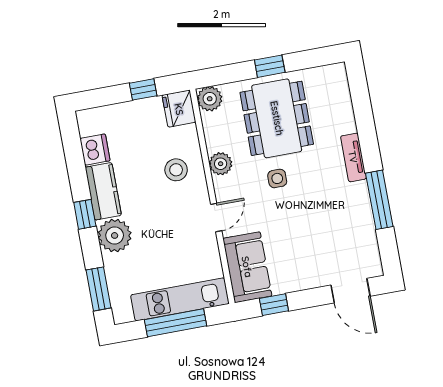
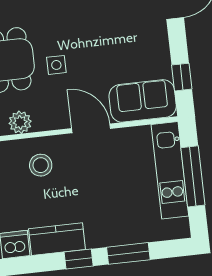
plant: (221, 164) -> (20, 122), moved
door: (216, 218) -> (91, 128), width x1.38
plant: (115, 235) -> (102, 231), removed
window: (99, 289) -> (128, 253), moved

